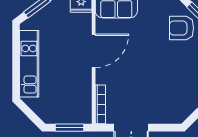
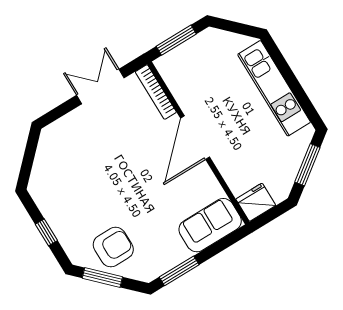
door: (94, 51) -> (195, 138), moved

